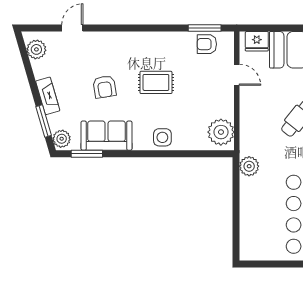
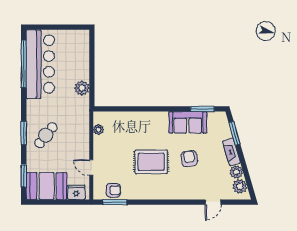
rug: (156, 82) -> (151, 162), width x1.36, depth x1.43
plant: (221, 132) -> (98, 130), width x0.53, depth x0.53
side table: (162, 137) -> (146, 121), removed
plant: (62, 139) -> (236, 172), moved
plant: (249, 166) -> (82, 88), moved

